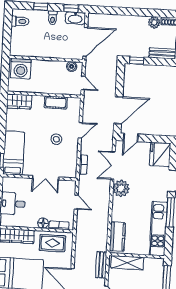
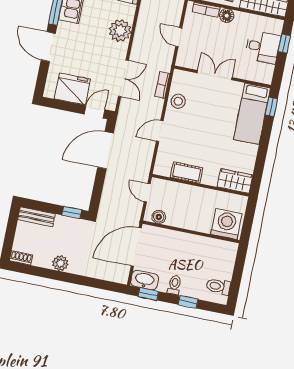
plant: (154, 22) -> (60, 263), moved
stool: (56, 139) -> (178, 101), moved
fridge: (160, 154) -> (72, 89), moved, turned -90
plant: (121, 188) -> (120, 30), moved

